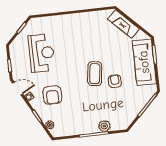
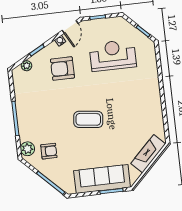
reception desk: (42, 53) -> (113, 55), turned 180
armchair: (115, 81) -> (49, 151), moved
plant: (104, 126) -> (27, 149), moved

